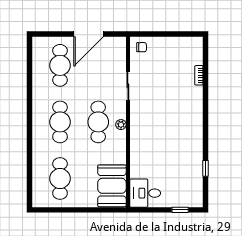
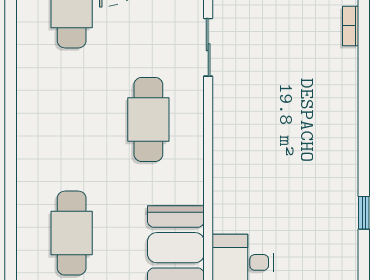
cafe table: (60, 122) -> (72, 119), removed
plant: (121, 125) -> (194, 125), removed

